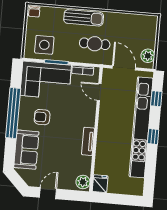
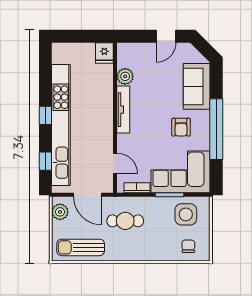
chair: (34, 12) -> (188, 246), moved
sun lounger: (84, 18) -> (81, 247), moved
armchair: (42, 117) -> (181, 127), turned 90
tv unit: (88, 141) -> (123, 110), width x1.41
plant: (83, 182) -> (125, 76), moved

